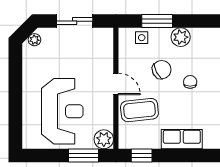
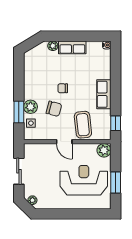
plant: (181, 37) -> (31, 107), moved
chair: (162, 70) -> (54, 109), turned 132
door: (116, 84) -> (64, 142), swing flipped
window: (84, 156) -> (116, 183), moved

